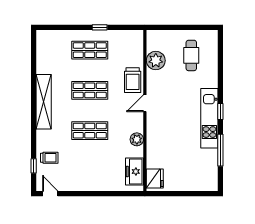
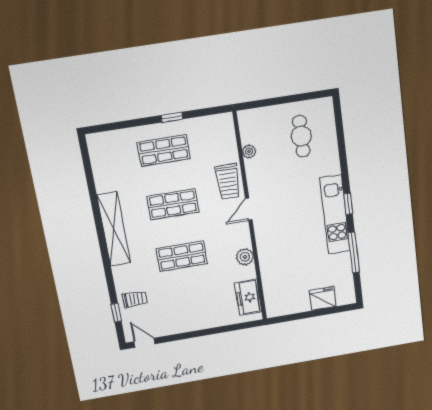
plant: (156, 61) -> (249, 151), width x0.53, depth x0.53
fridge: (155, 179) -> (323, 299), moved, turned -90

